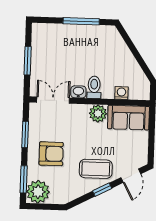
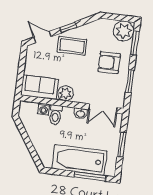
window: (81, 21) -> (90, 176), moved
bathtub: (75, 38) -> (79, 160), added
toilet: (94, 87) -> (55, 115), moved
door: (131, 176) -> (42, 37), hinge flipped

